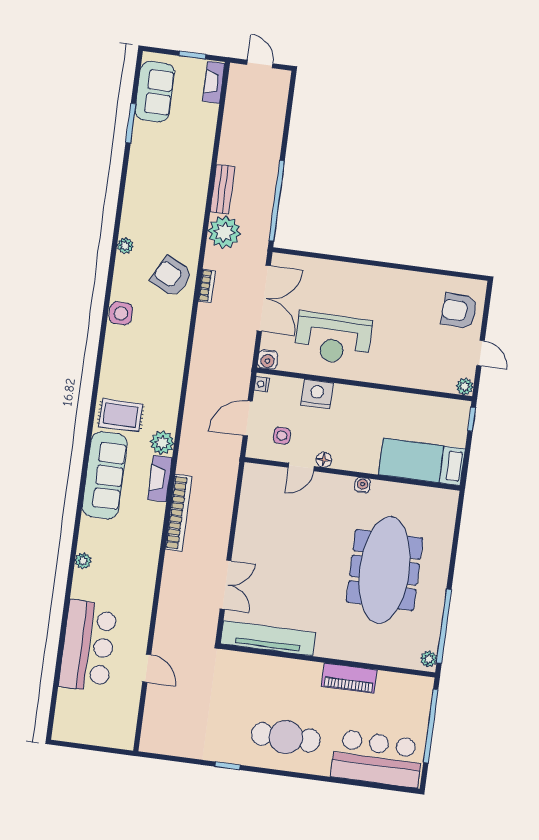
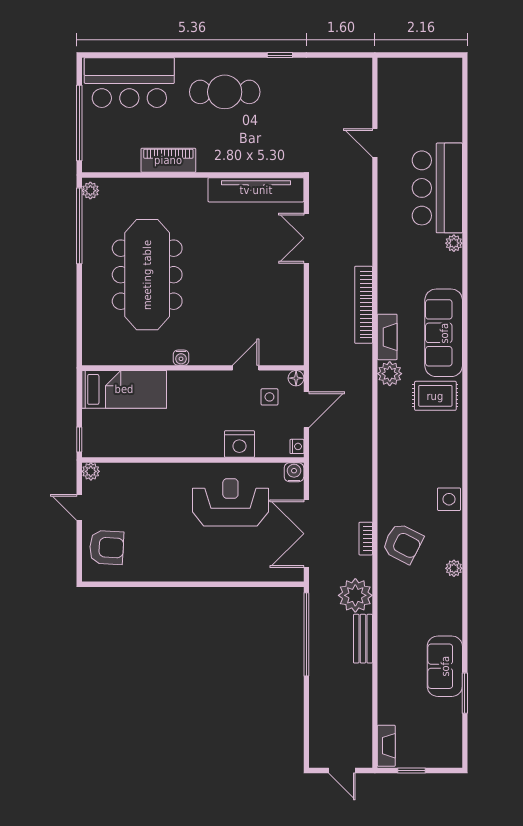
sofa: (155, 92) -> (445, 666), moved
floor lamp: (324, 460) -> (296, 378), moved
bar counter: (88, 646) -> (437, 188), moved

